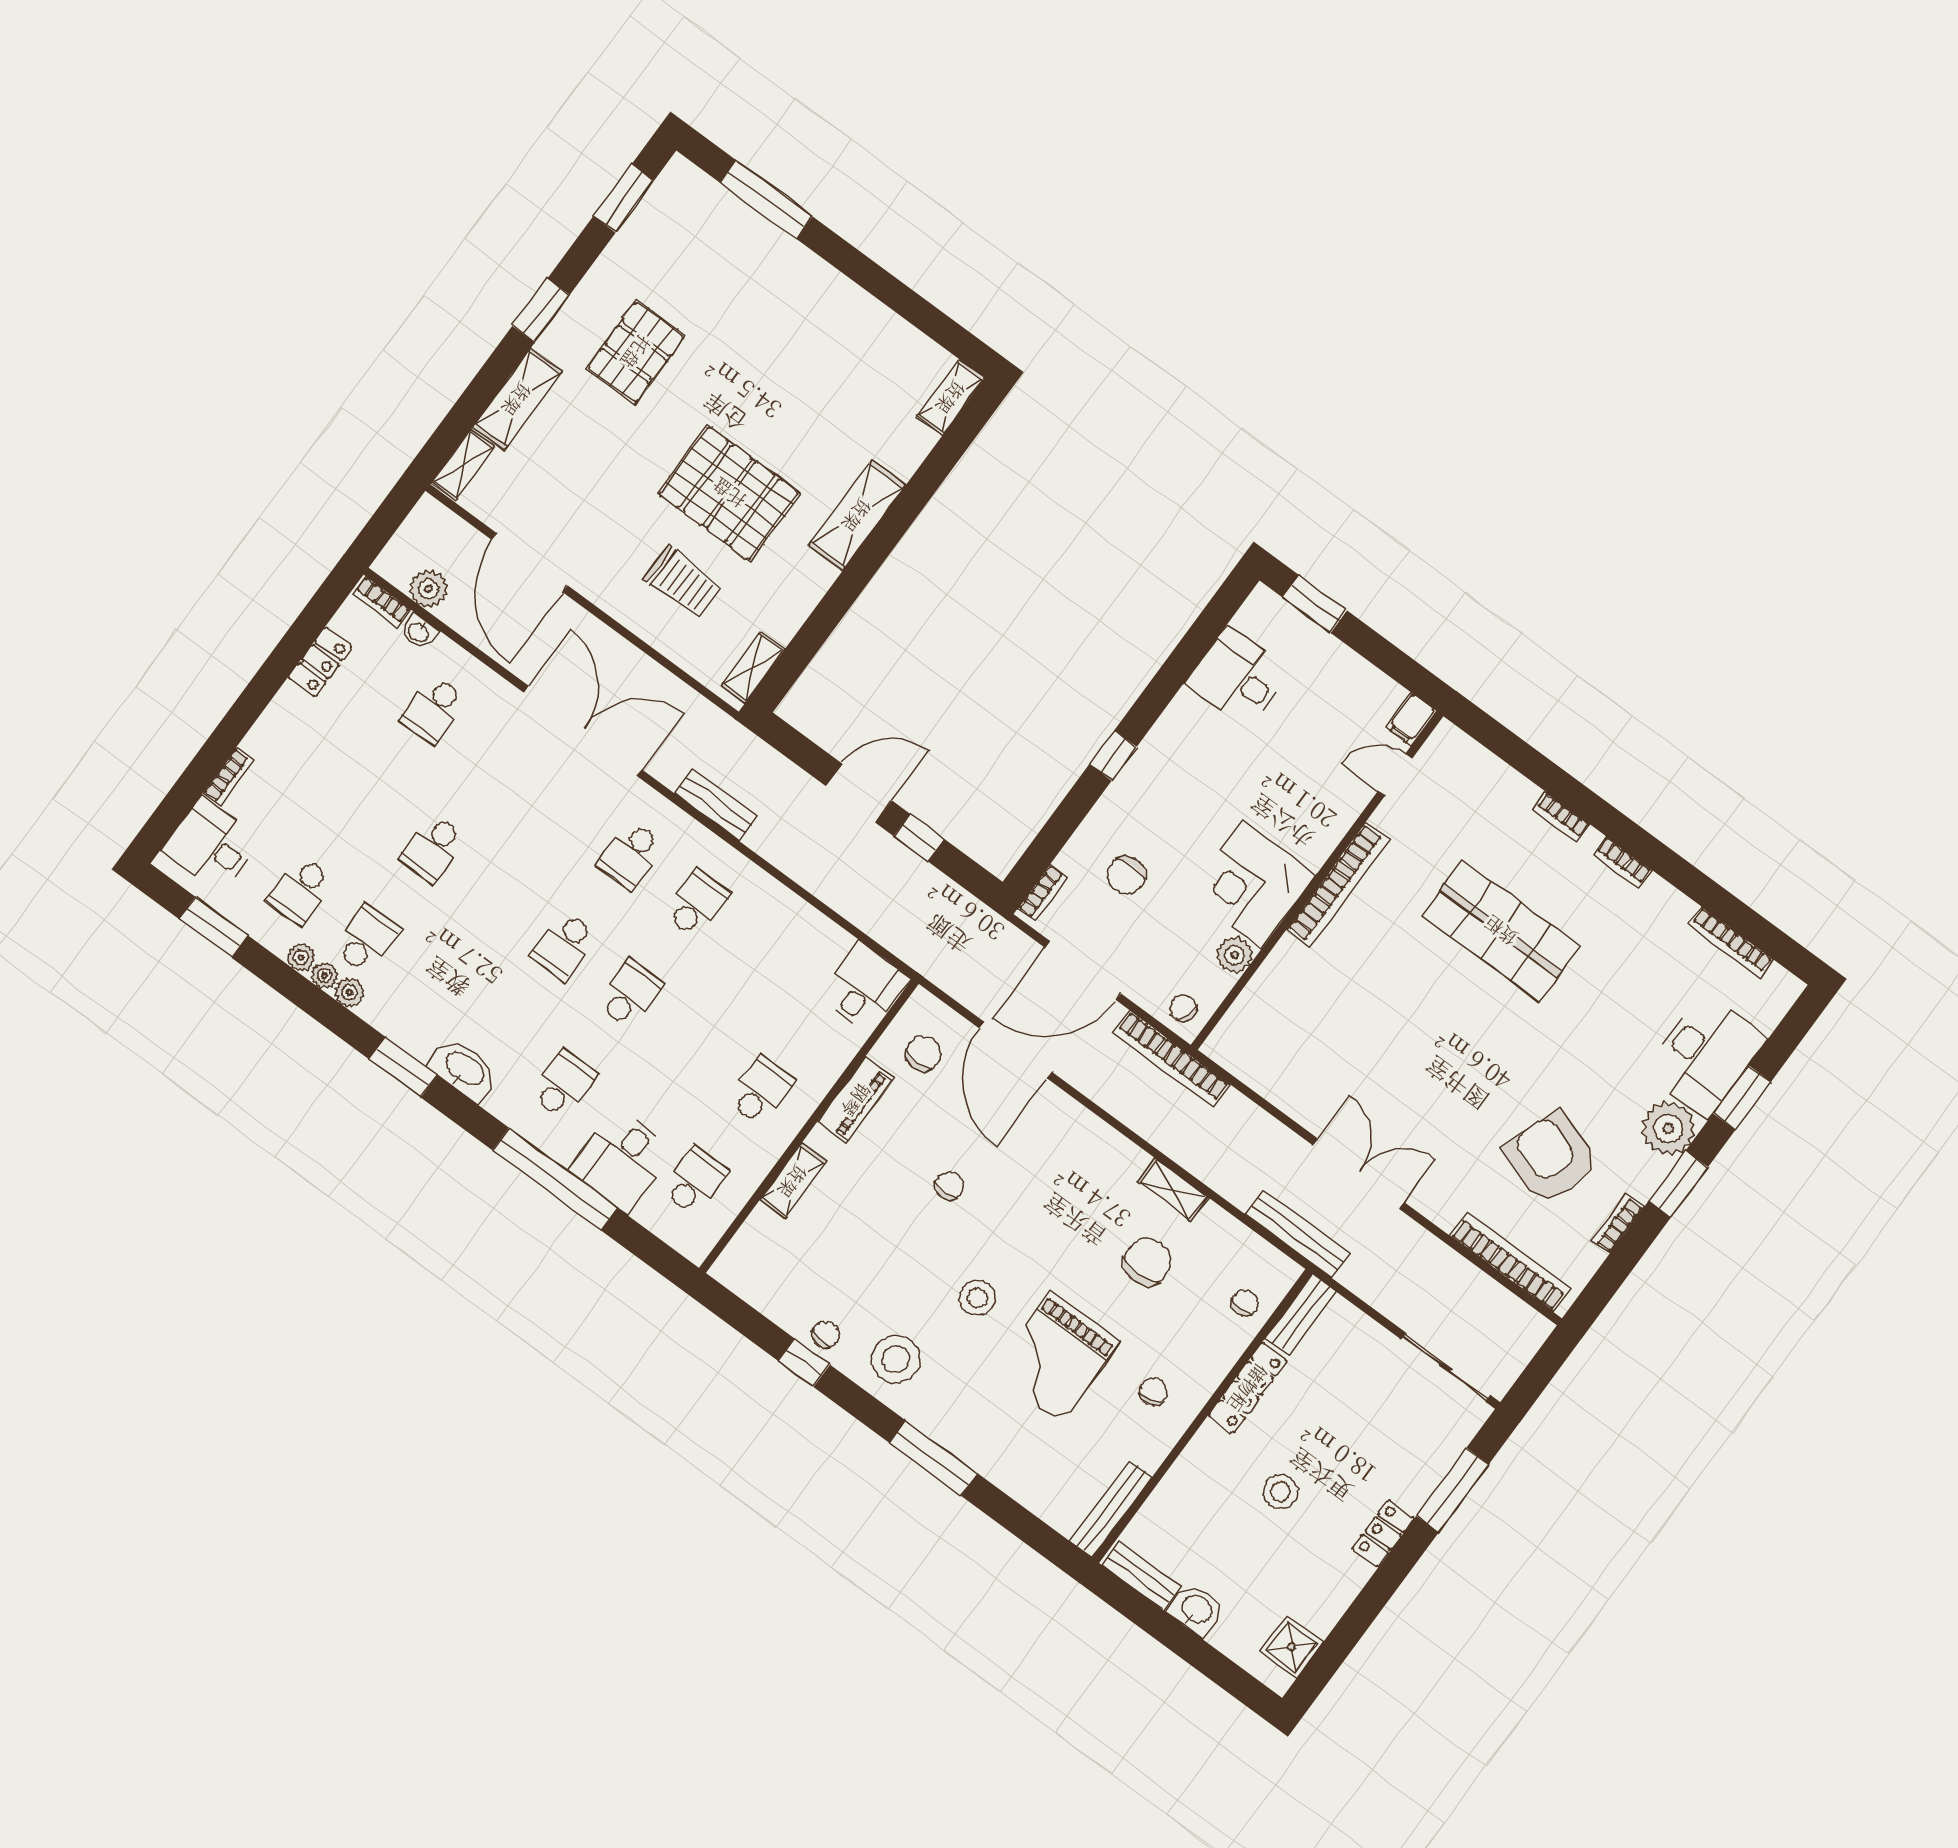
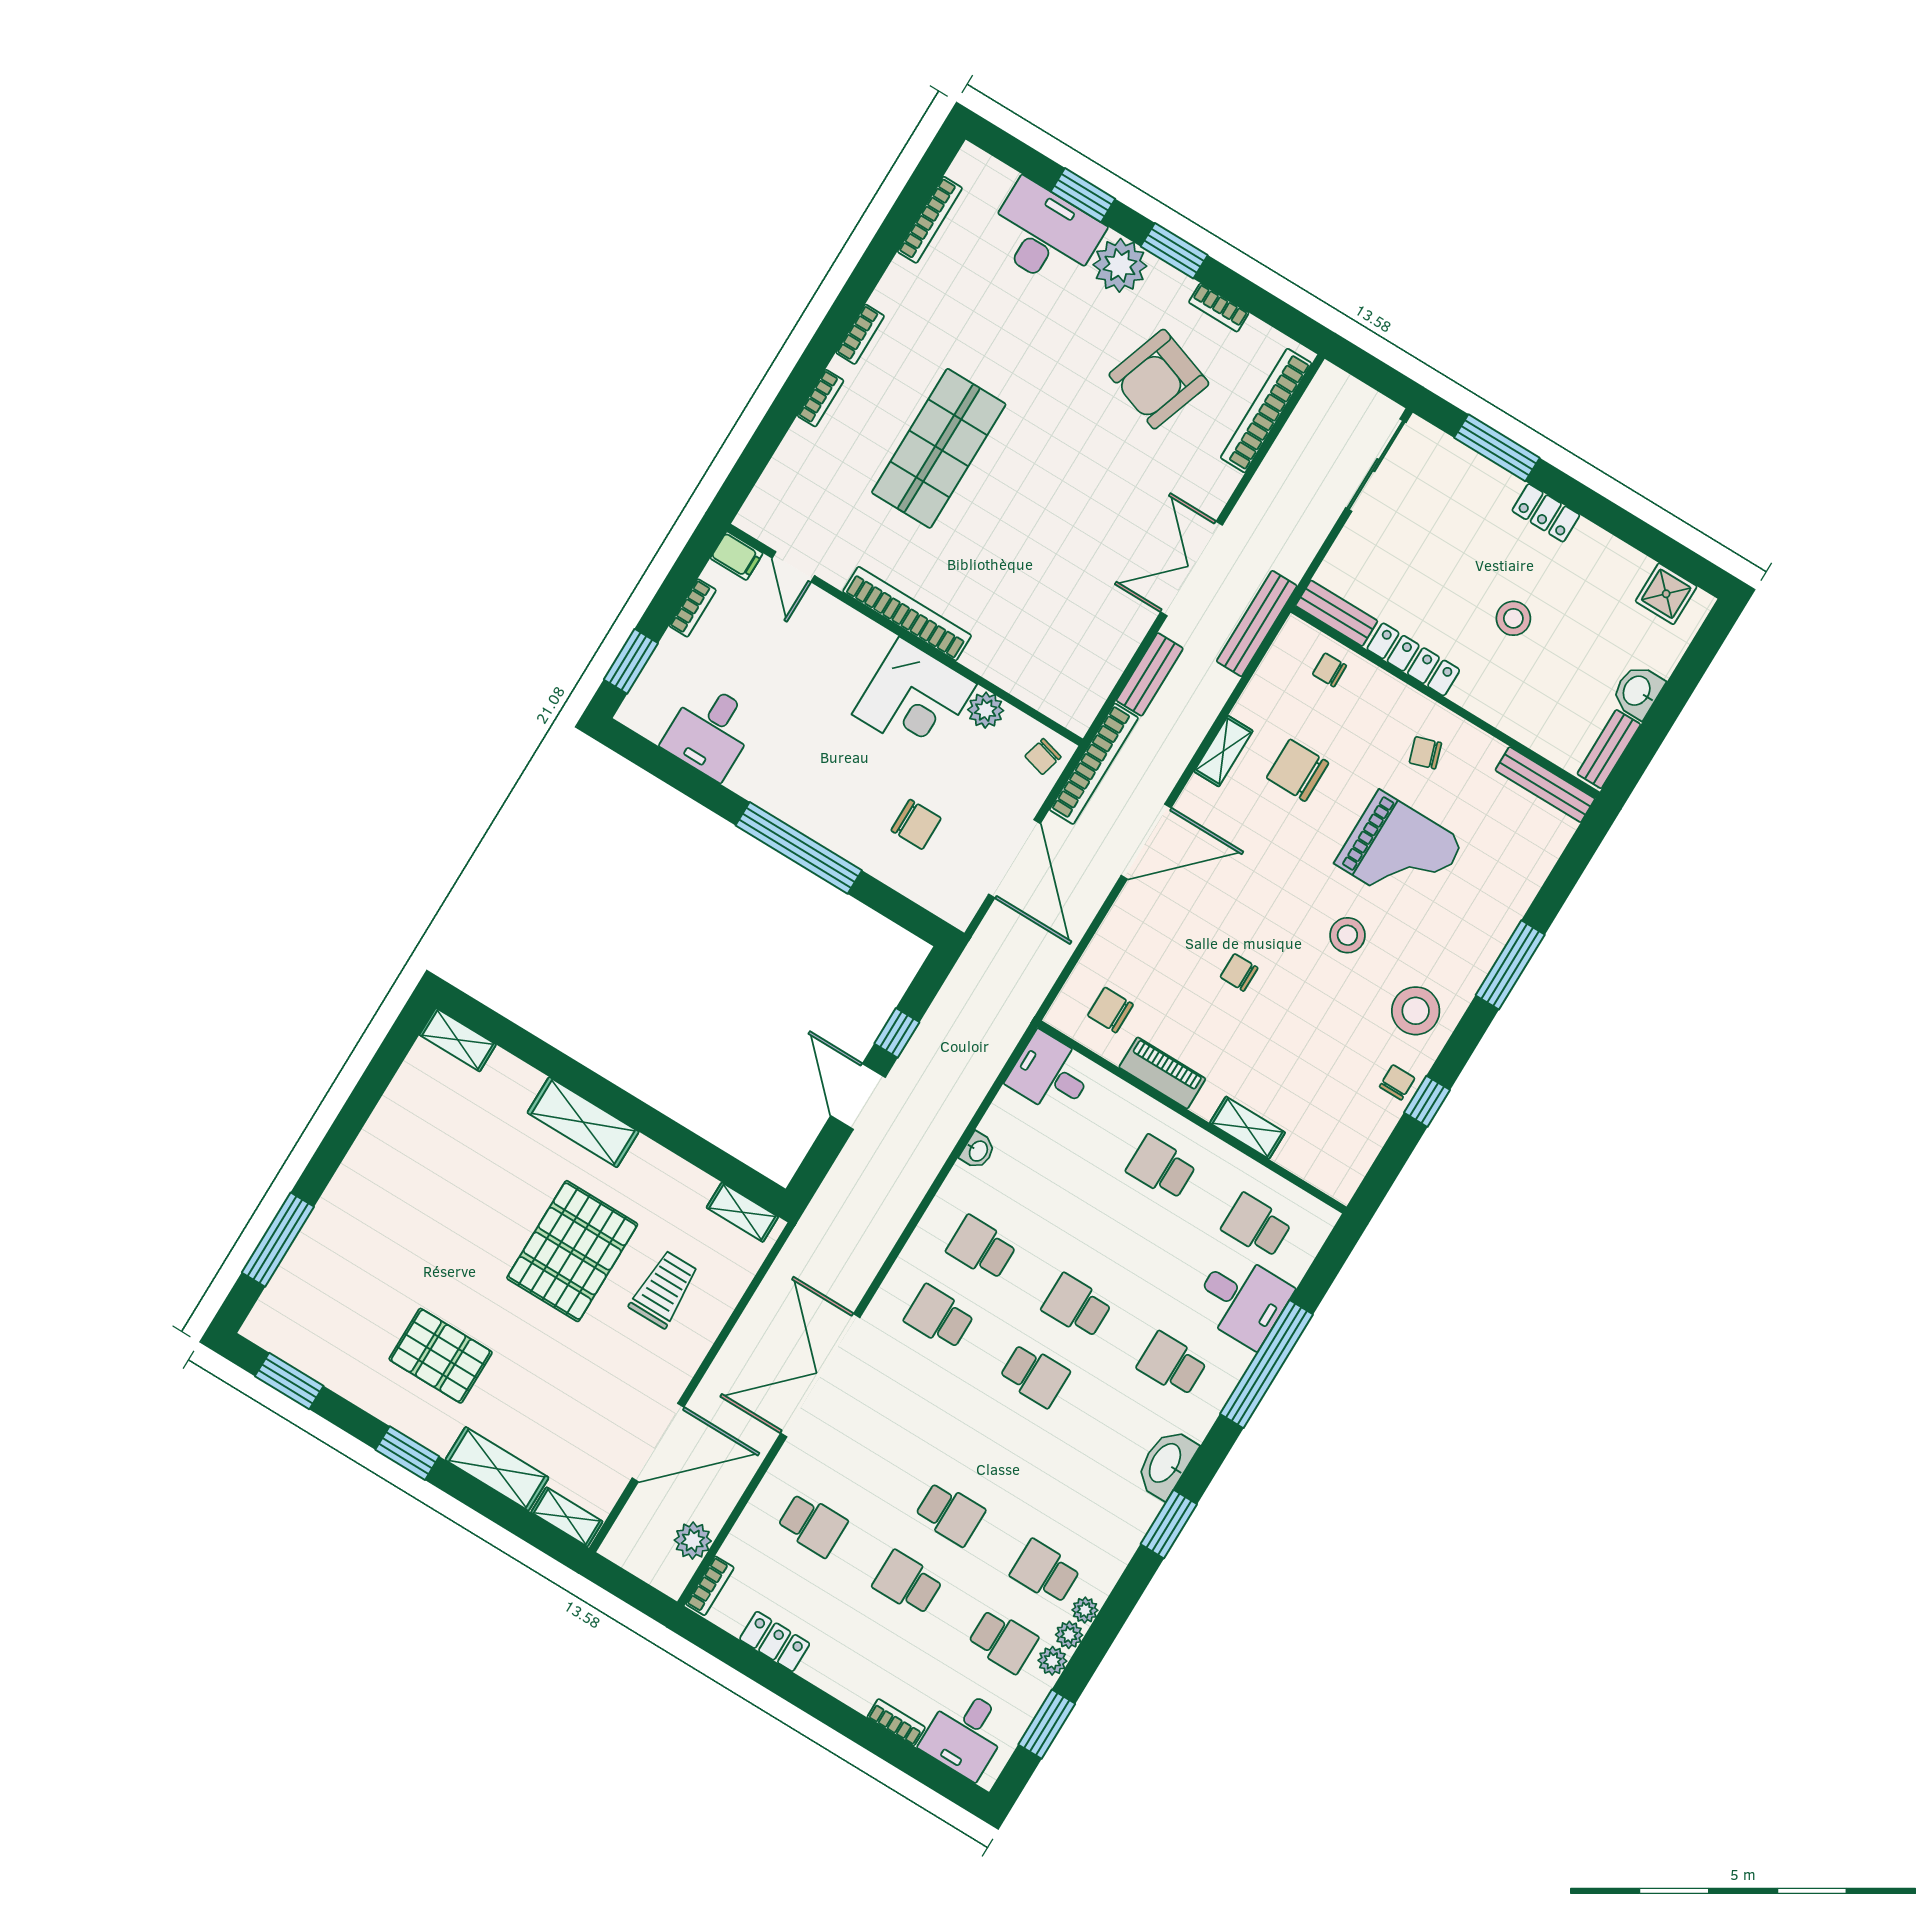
washbasin: (419, 632) -> (978, 1151), moved
window: (1113, 756) -> (799, 848), width x3.17
school desk: (367, 800) -> (908, 1583), added
bench: (716, 805) -> (1150, 674), moved
school desk: (631, 855) -> (939, 1317), turned 180
bookcase: (1043, 893) -> (693, 608), moved, turned 90
plant: (350, 992) -> (1052, 1661), moved
door: (1015, 1050) -> (1146, 842), moved
chair: (826, 1335) -> (1397, 1082), turned 78

